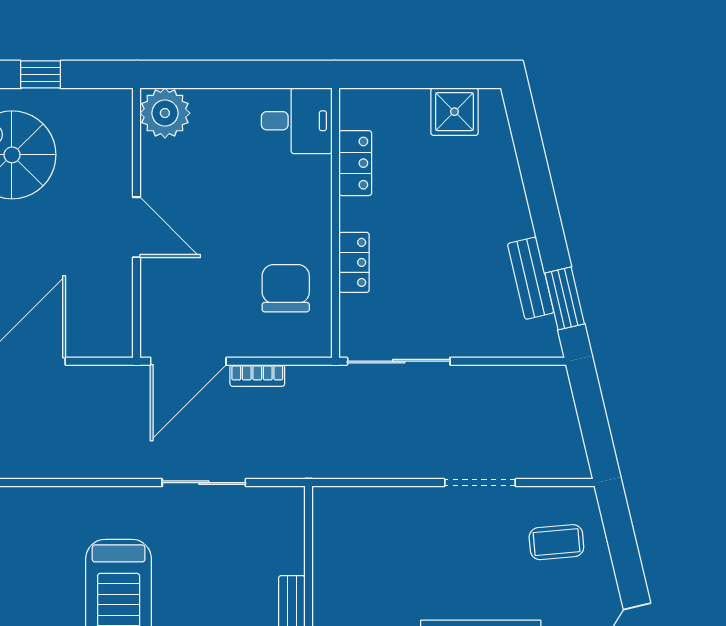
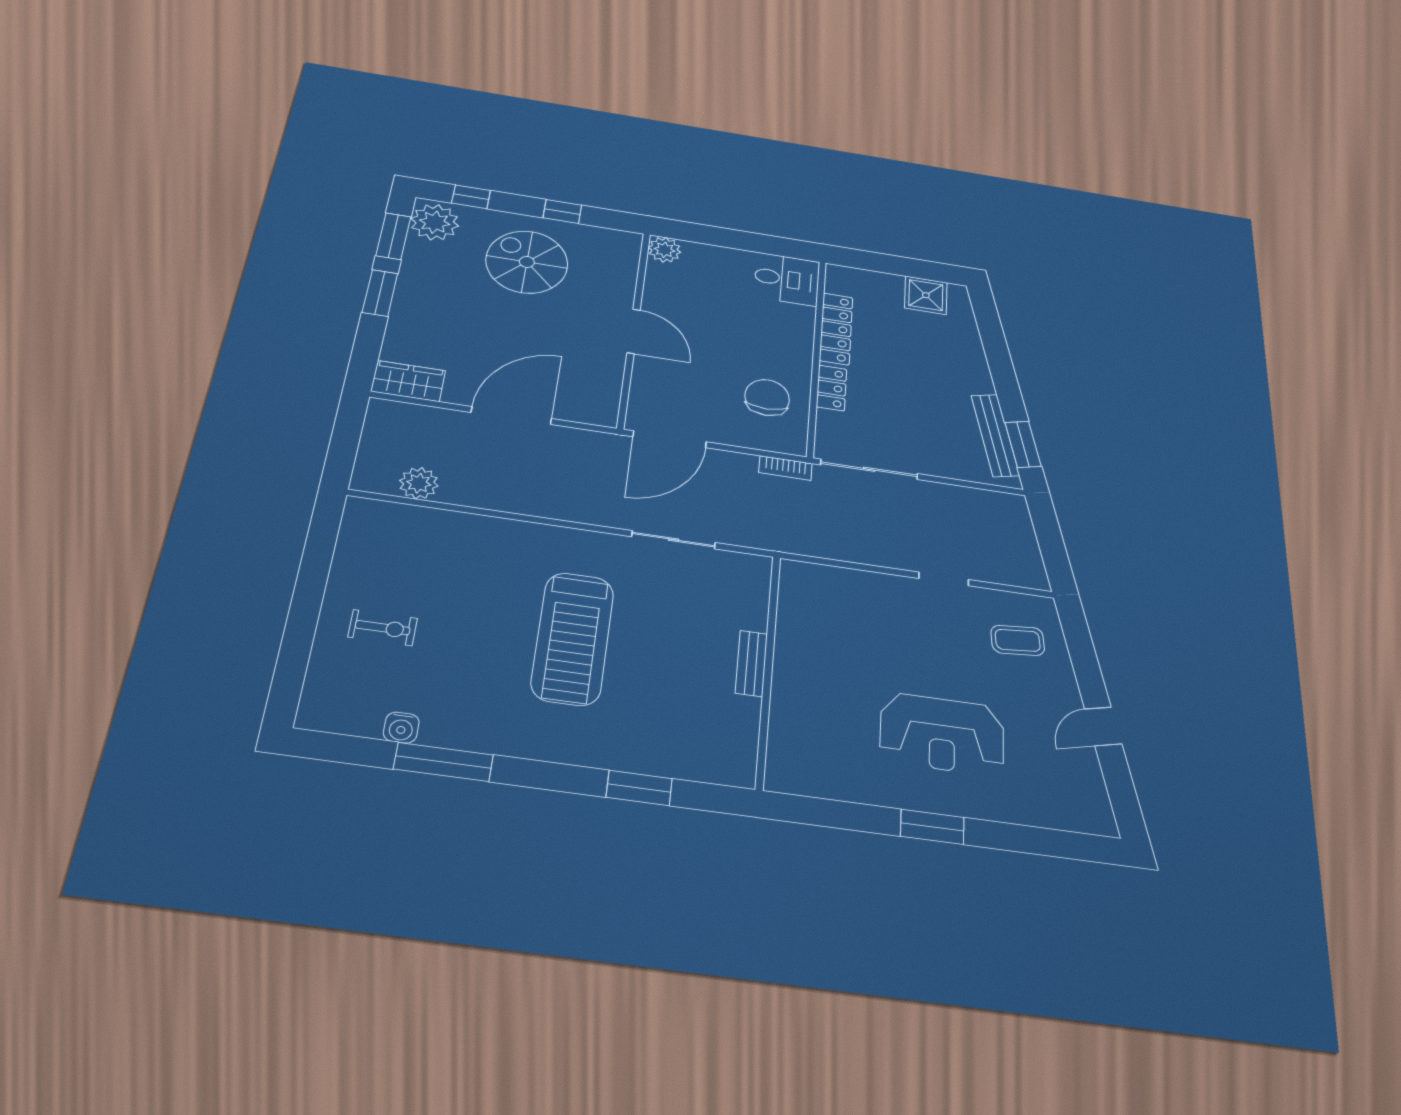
plant: (165, 113) -> (664, 250), width x0.73, depth x0.73
locker: (355, 163) -> (836, 329), width x1.53
bench: (531, 278) -> (995, 435), width x1.36
bookcase: (257, 375) -> (785, 468), moved
doorway: (480, 483) -> (944, 579), width x0.73

